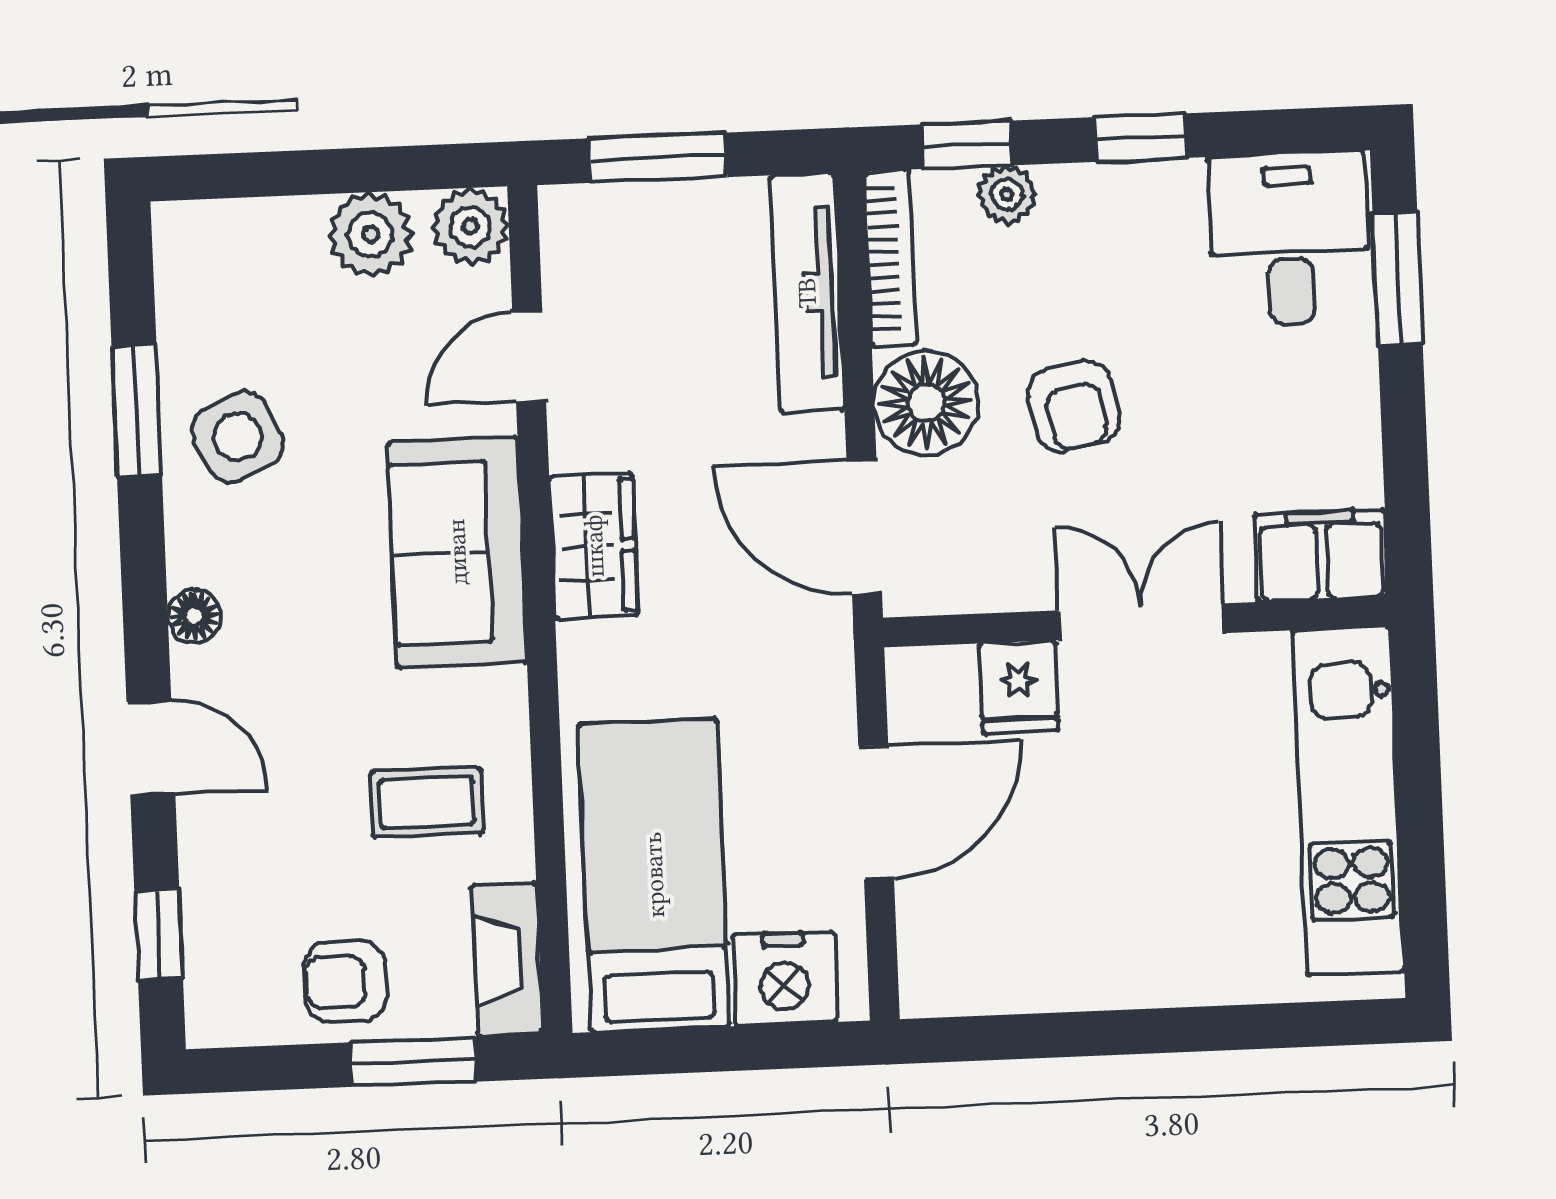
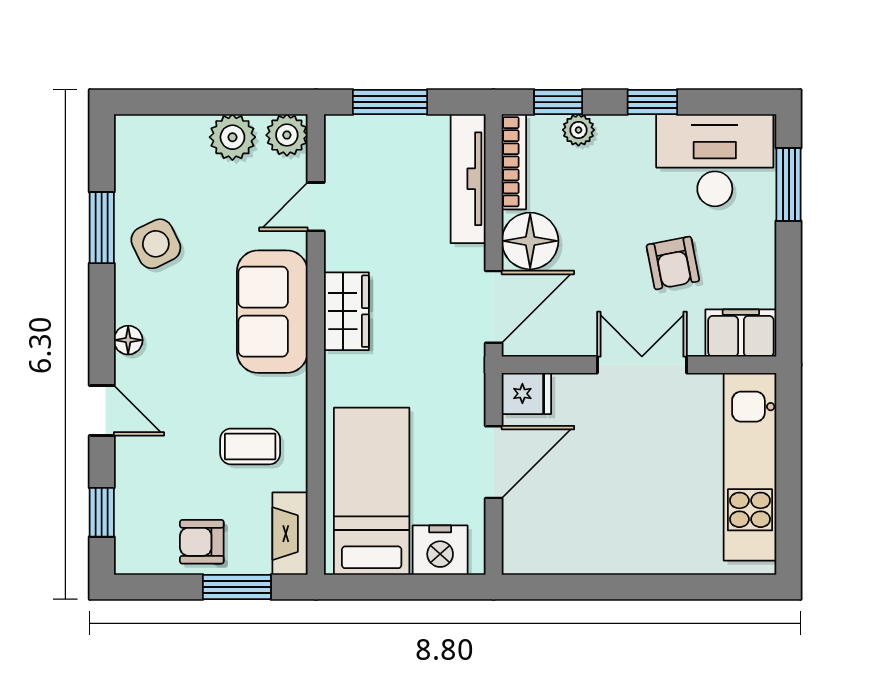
desk: (1289, 239) -> (715, 160), width x1.37
armchair: (1074, 406) -> (673, 263), moved
door: (864, 527) -> (494, 307), swing flipped
fridge: (1019, 687) -> (526, 394), moved, turned -90

